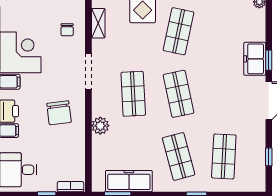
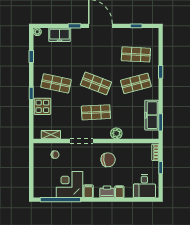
freezer: (255, 59) -> (60, 35), moved
shop shelf: (179, 94) -> (96, 83), turned 33

